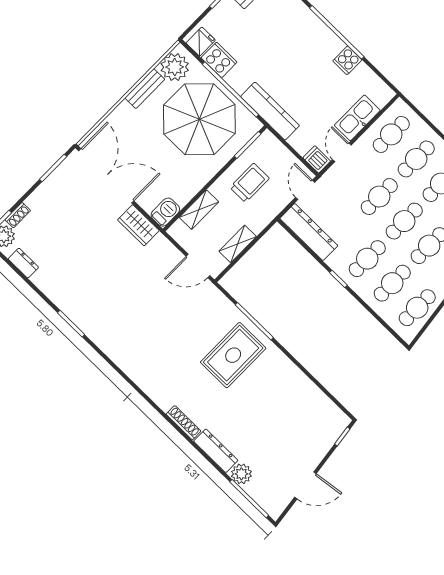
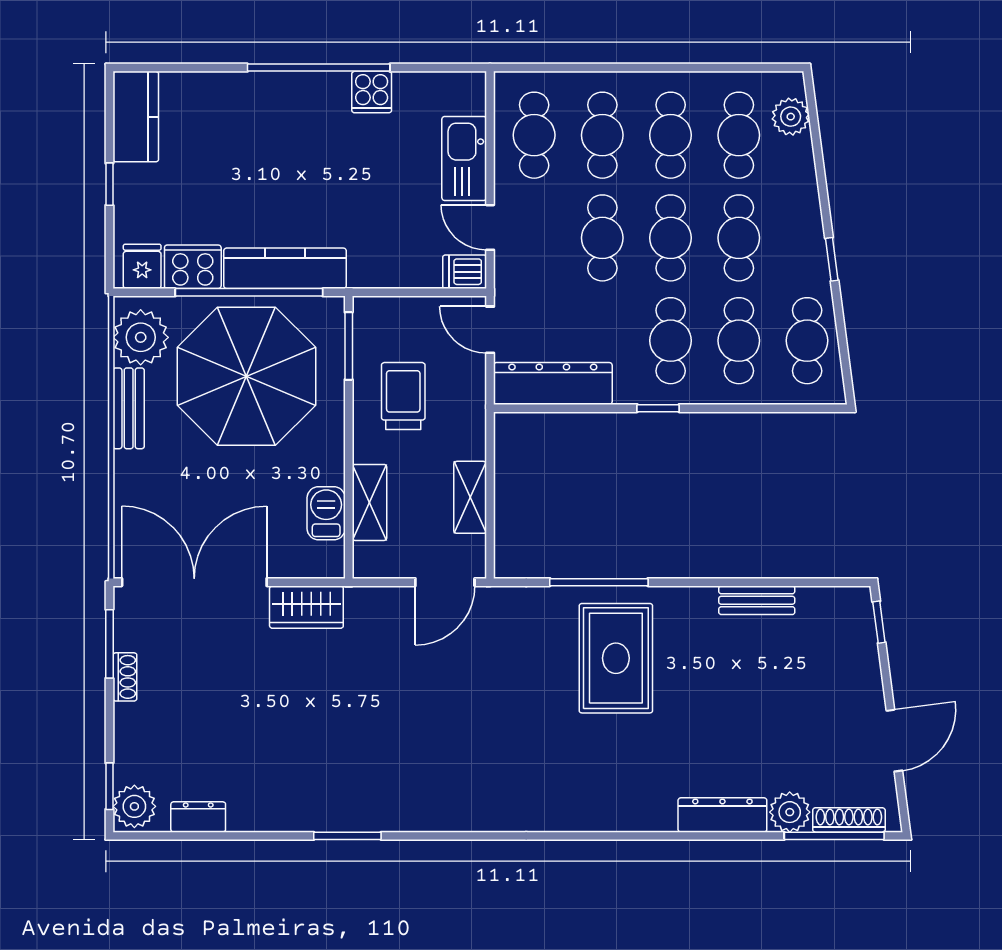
kitchen counter: (270, 111) -> (285, 268), moved
barbecue: (165, 212) -> (326, 513), moved
shoe rack: (18, 215) -> (125, 677), moved
bench: (305, 385) -> (757, 600), added
shoe rack: (184, 423) -> (849, 820), moved

